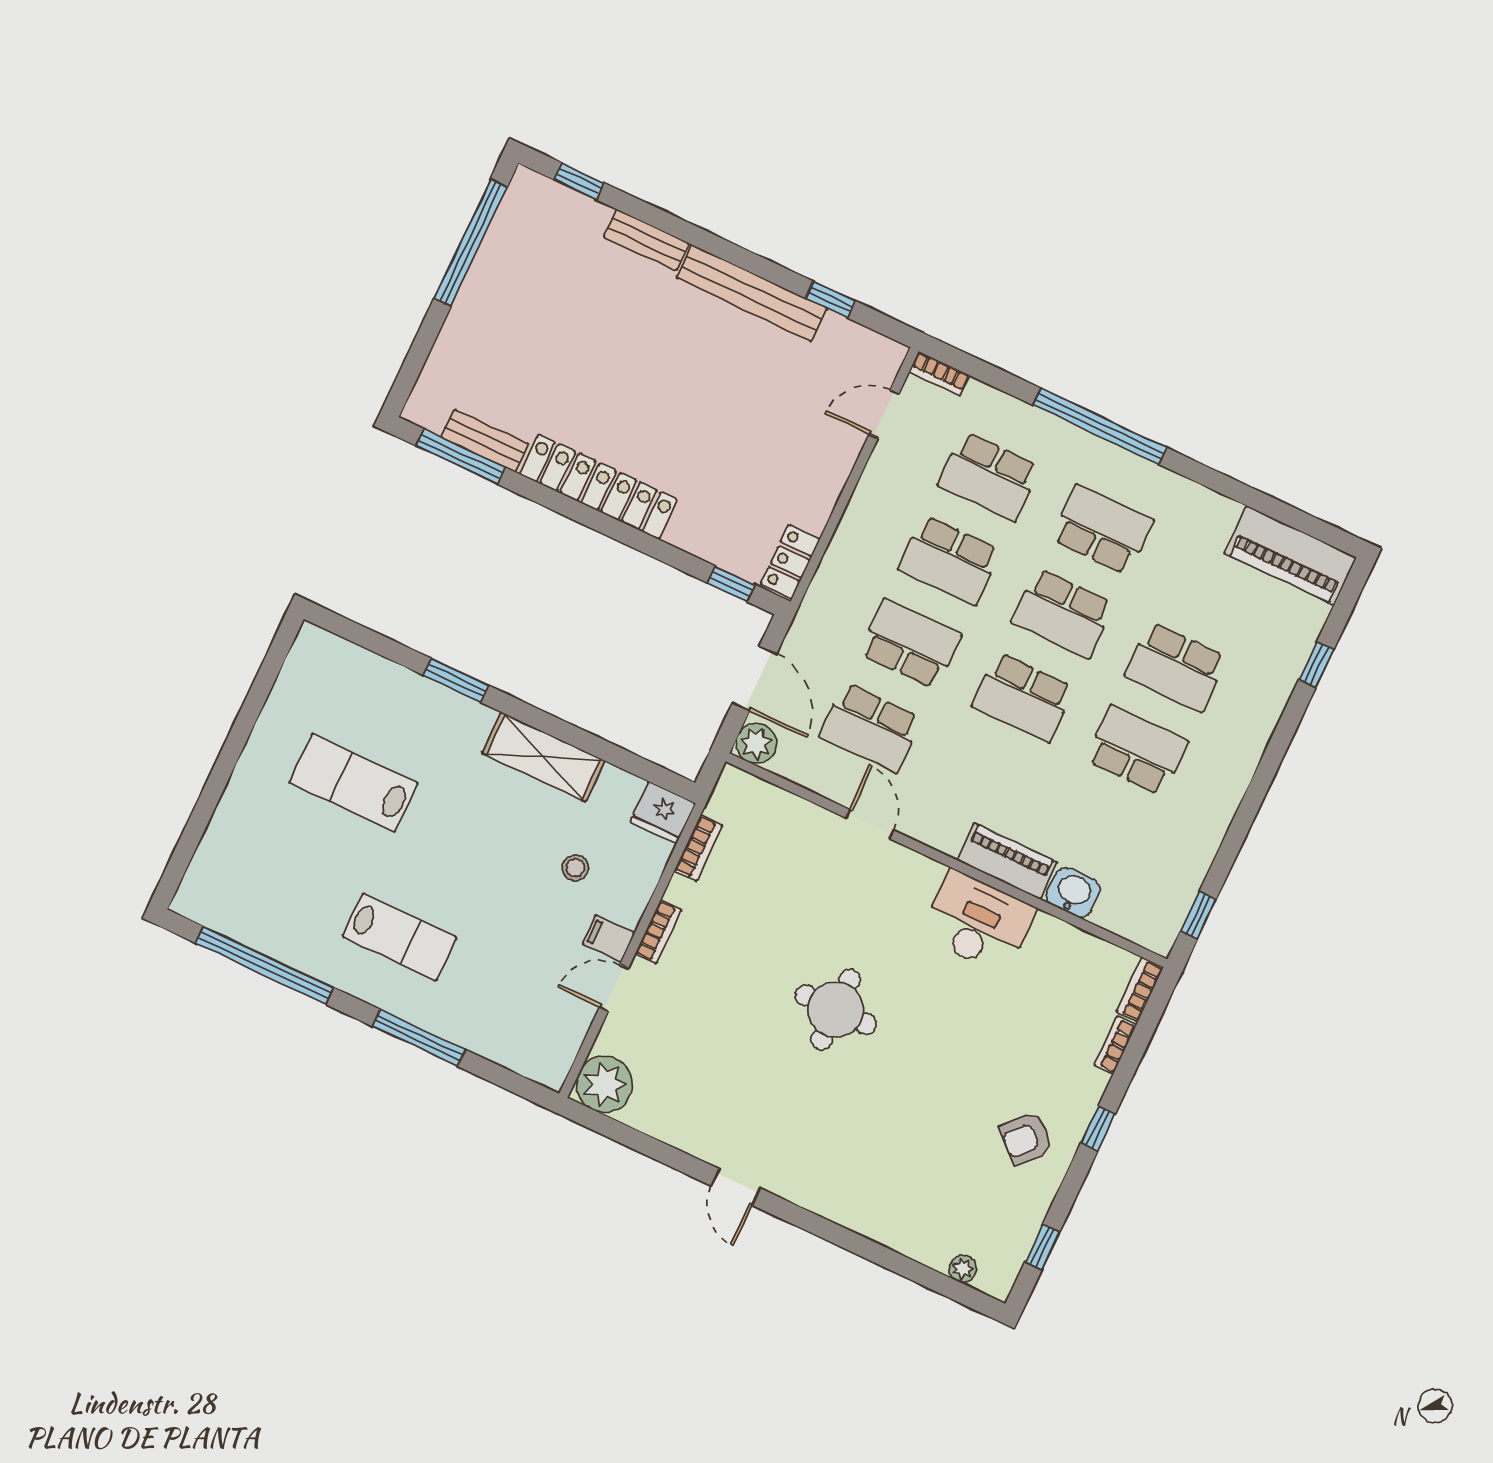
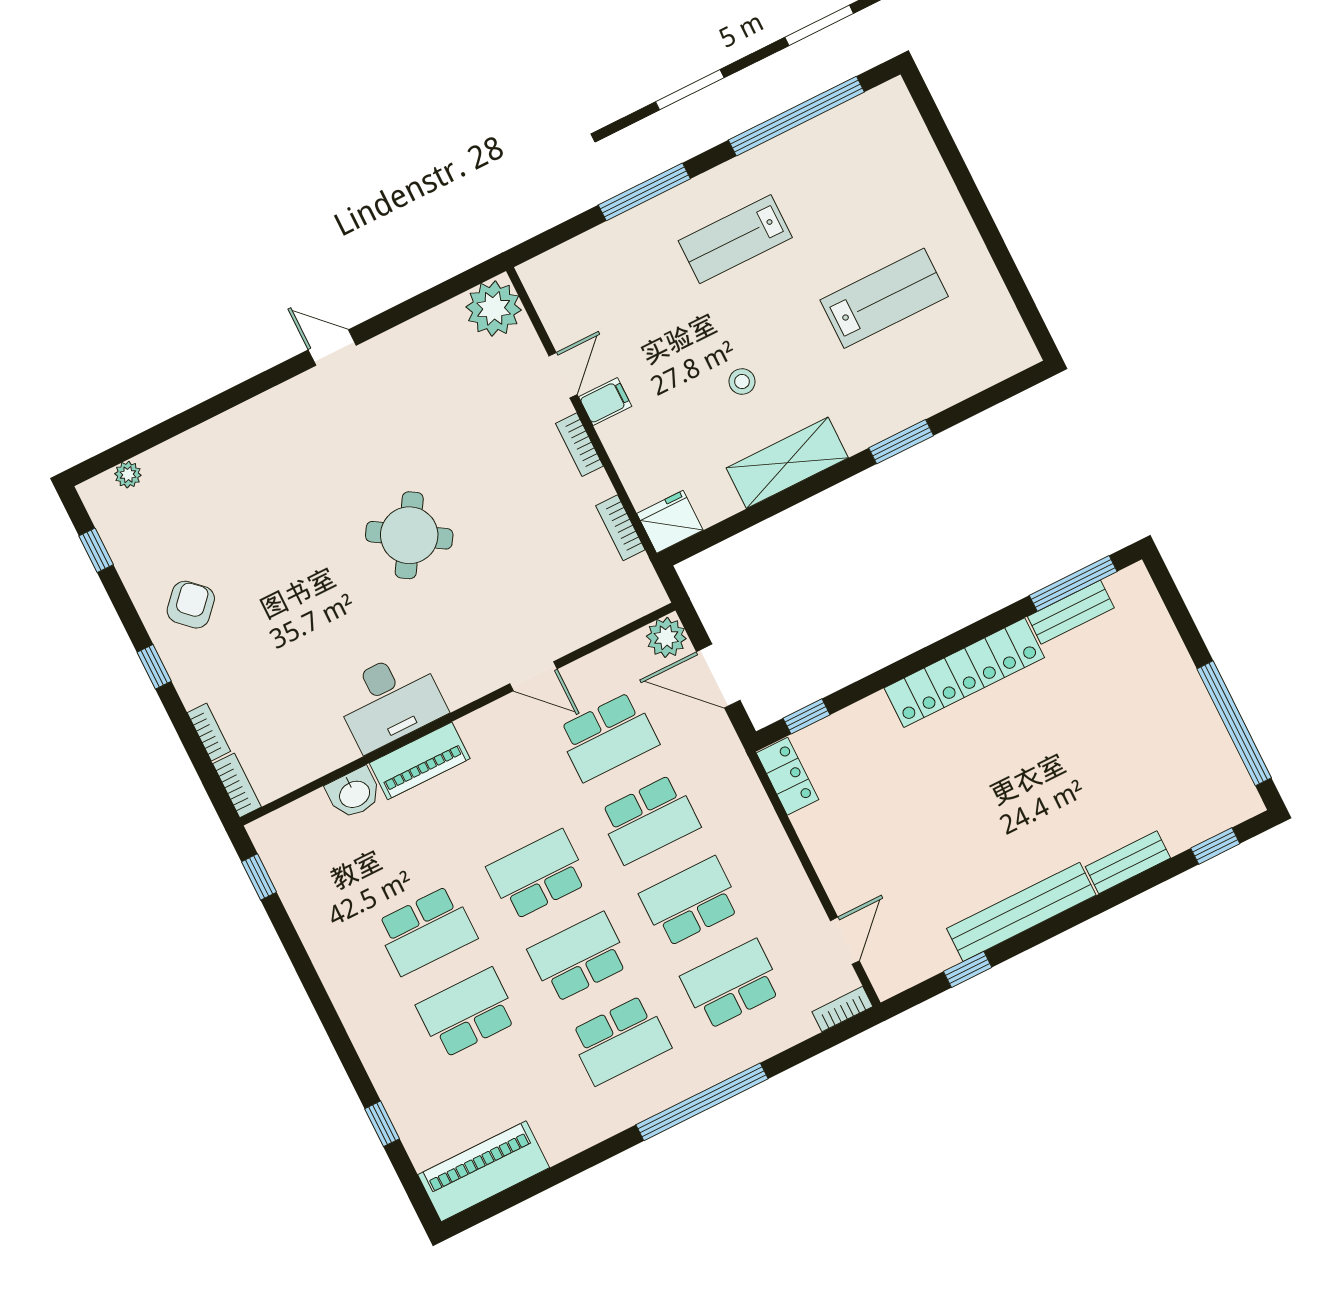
school desk: (871, 728) -> (608, 737), turned 180
stool: (575, 868) -> (742, 382), moved
round table: (836, 1010) -> (409, 535), turned 32

